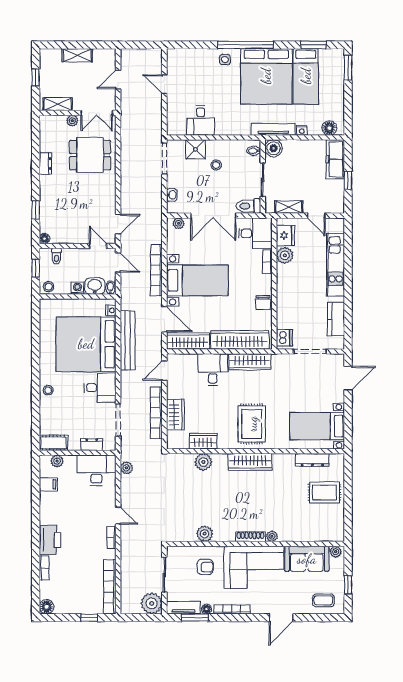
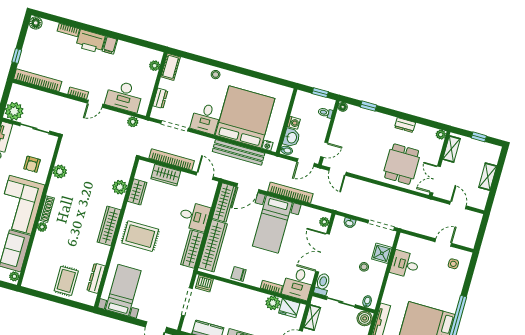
side table: (225, 60) -> (453, 264), moved
plant: (72, 121) -> (441, 135), moved
stool: (49, 287) -> (302, 99), removed
desk: (96, 470) -> (124, 96), moved, turned 90
filing cabinet: (48, 484) -> (110, 45), moved

